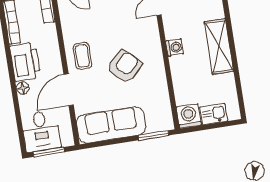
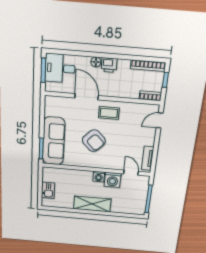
printer: (25, 62) -> (109, 65), width x0.53, depth x0.68
washing machine: (189, 116) -> (113, 180), moved, turned 90
sofa: (111, 125) -> (54, 141), moved

